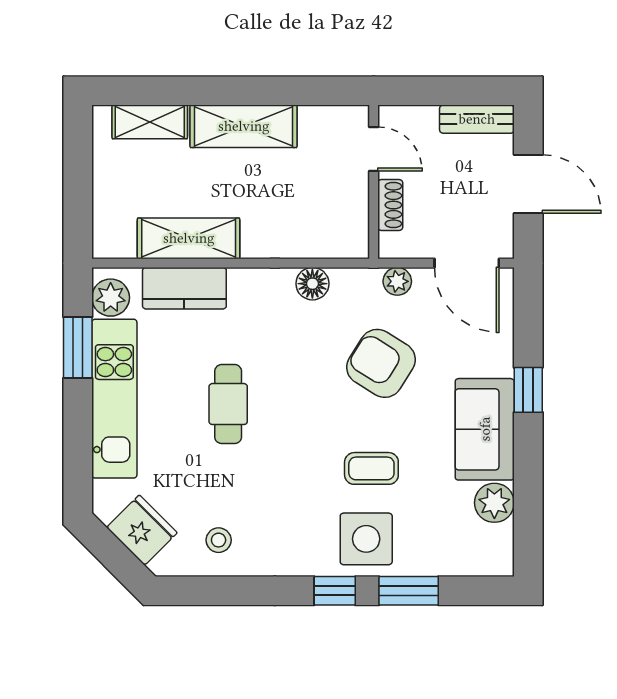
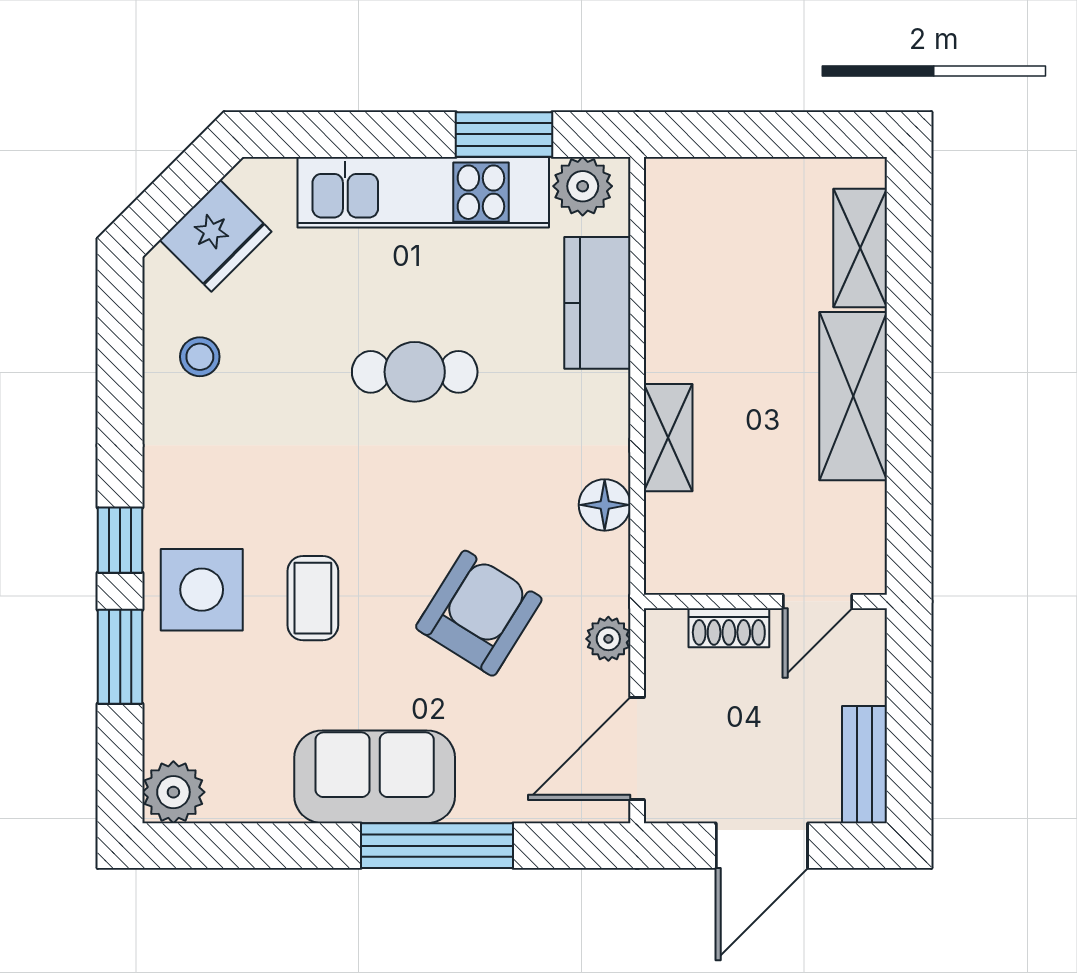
shelving: (189, 238) -> (668, 438), moved, width x0.67, depth x0.75
window: (528, 390) -> (437, 846), width x2.17
plant: (494, 503) -> (173, 792), moved

